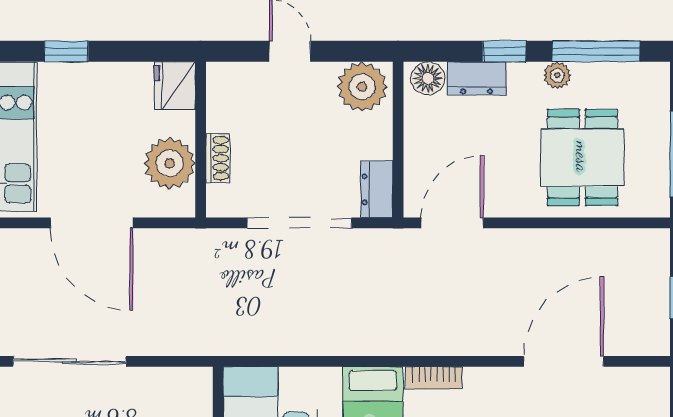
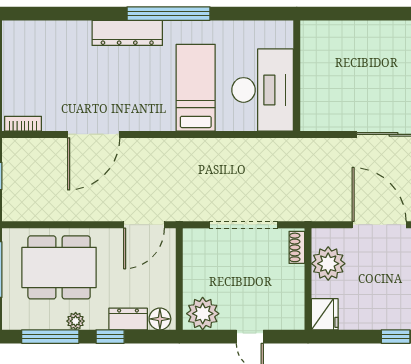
dining table: (582, 157) -> (59, 267), width x1.37
shoe rack: (218, 158) -> (297, 247), moved
dresser: (377, 189) -> (193, 247), removed
door: (564, 361) -> (94, 134), moved
bookcase: (434, 378) -> (23, 124), moved

